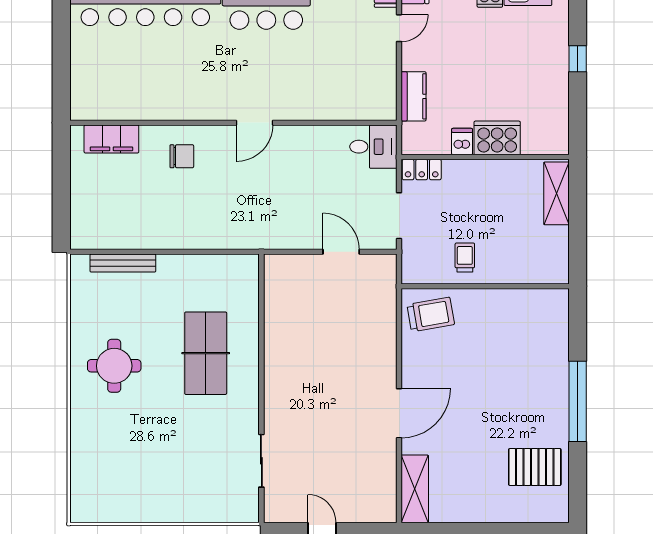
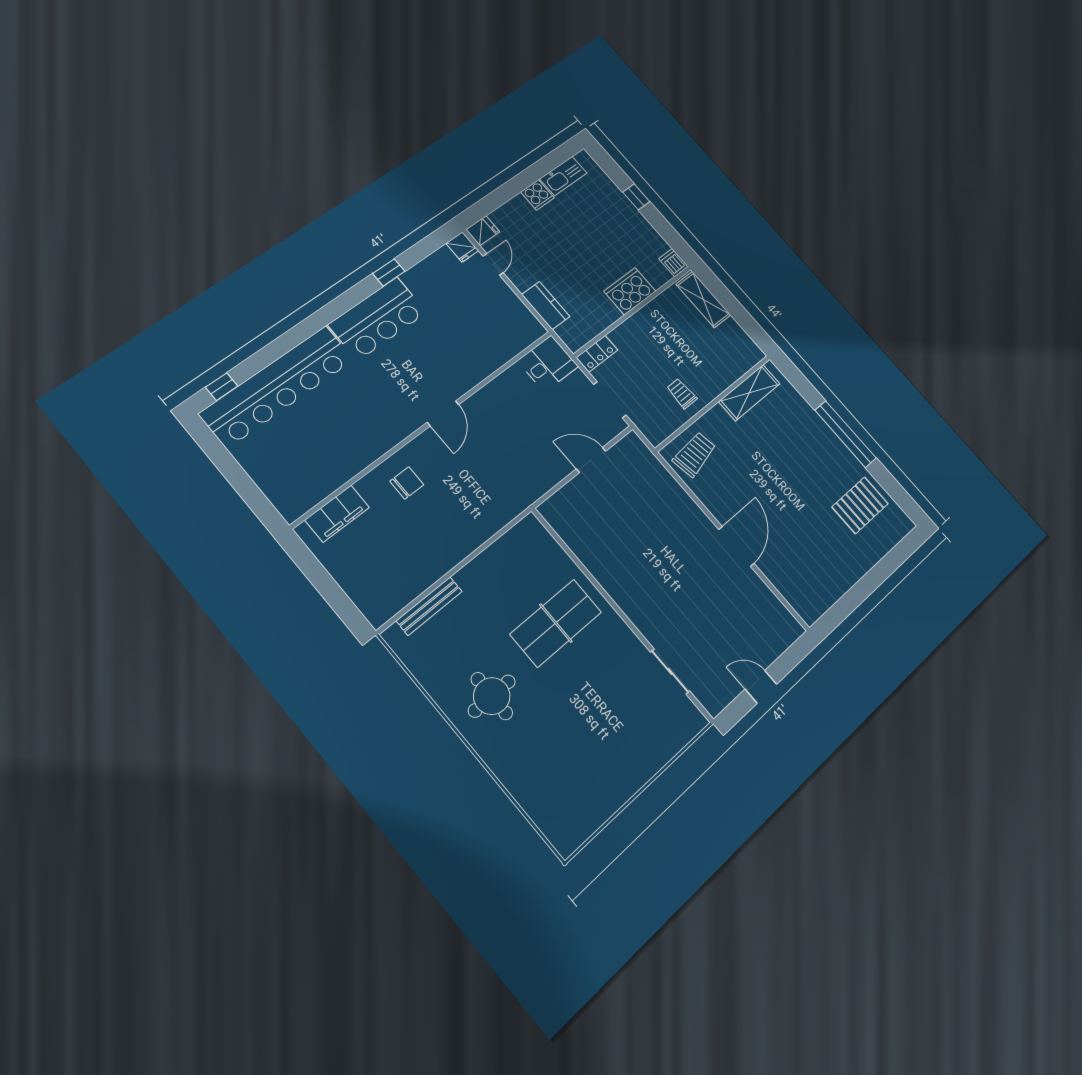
dishwasher: (462, 142) -> (673, 263), moved
table tennis table: (206, 353) -> (556, 623), turned 90
shelving: (415, 489) -> (749, 393), moved, turned 90

